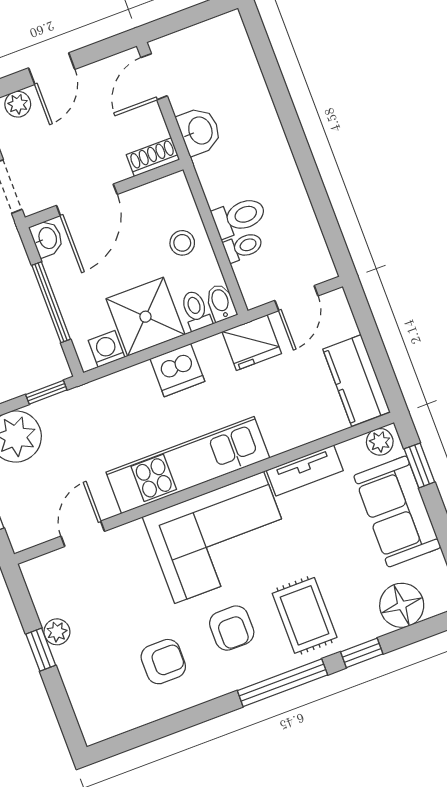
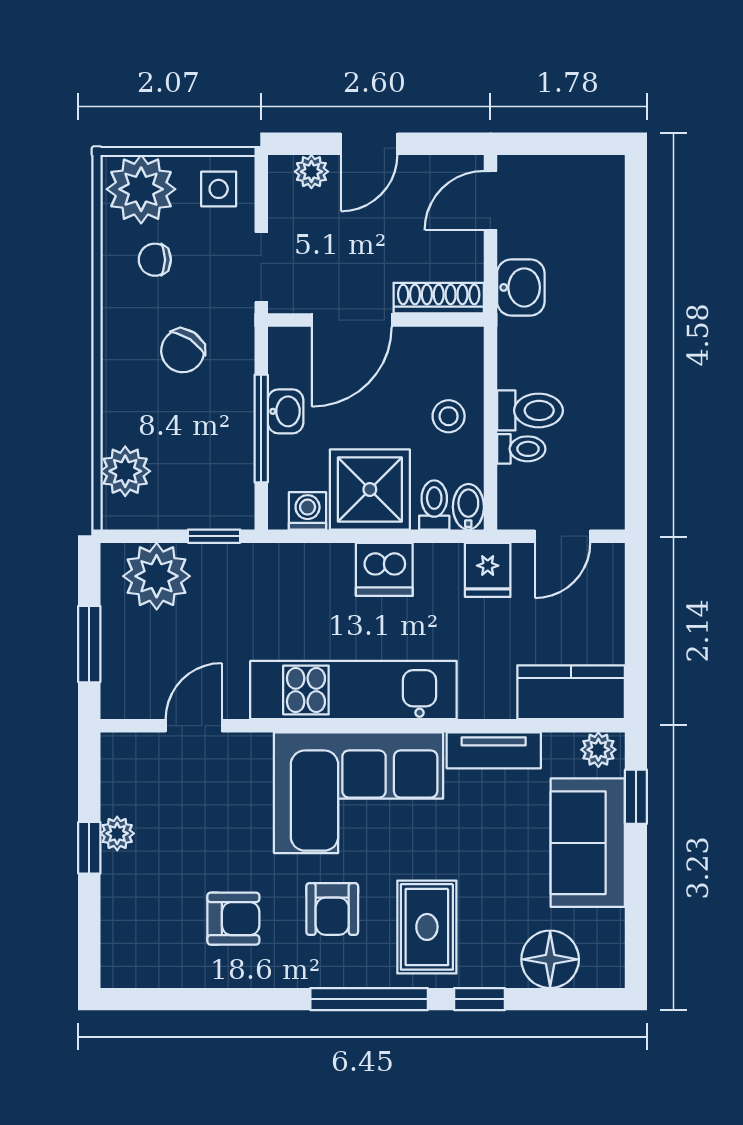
shoe rack: (153, 157) -> (439, 298), width x1.43
washbasin: (47, 238) -> (286, 411), moved
fridge: (252, 343) -> (488, 570), width x0.72
kitchen counter: (356, 380) -> (571, 692), moved, turned 90

